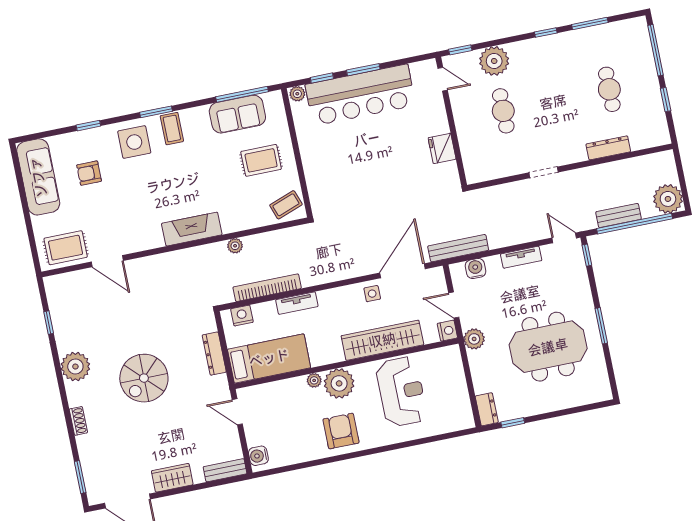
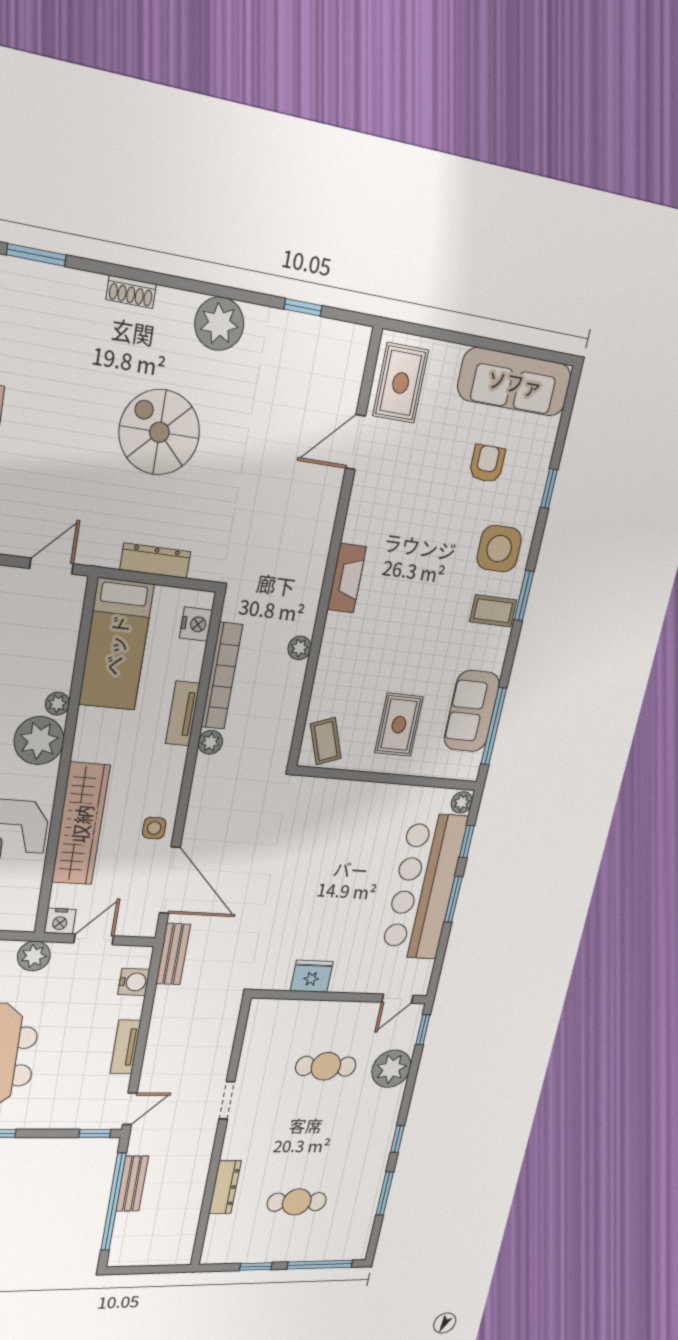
plant: (668, 199) -> (210, 742), moved, width x0.53, depth x0.53
fireplace: (192, 229) -> (347, 578), width x0.73, depth x0.76
bench: (458, 248) -> (173, 954), width x0.73

